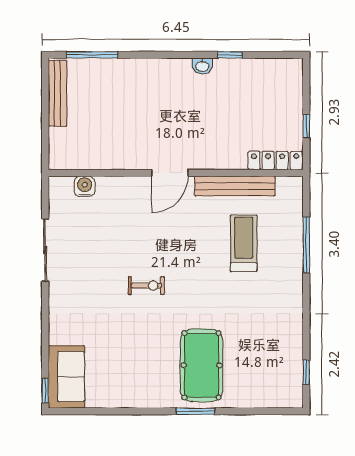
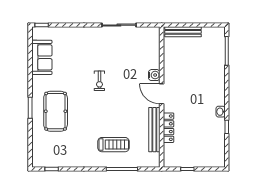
bench: (58, 93) -> (183, 32), moved
locker: (275, 160) -> (168, 128), moved
water cooler: (85, 186) -> (154, 75), moved
treadmill: (244, 243) -> (113, 145), moved
pool table: (201, 365) -> (56, 111), turned 90
sofa: (66, 377) -> (42, 57), moved, turned -90

